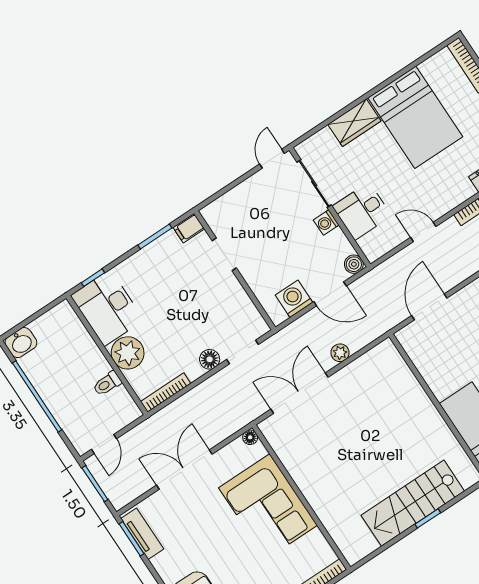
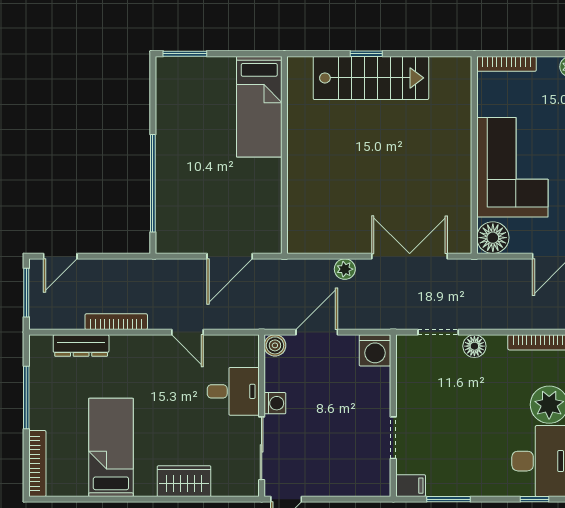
bed: (415, 117) -> (111, 447), width x0.67
door: (330, 294) -> (317, 332), hinge flipped
washing machine: (294, 299) -> (375, 350), moved
double door: (299, 393) -> (410, 256), swing flipped
floor lamp: (250, 437) -> (493, 238), width x1.89, depth x1.89

